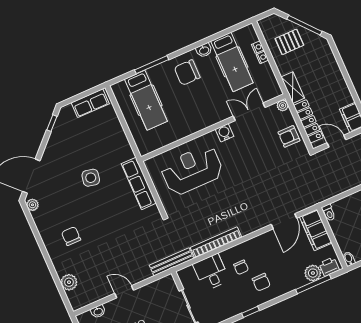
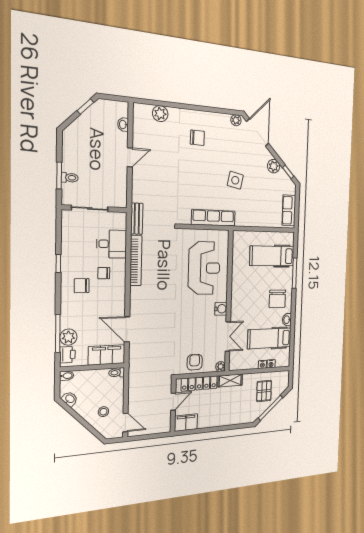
chair: (187, 73) -> (277, 299), turned 180
plant: (55, 142) -> (274, 166), added
bench: (171, 262) -> (137, 219), width x0.73

